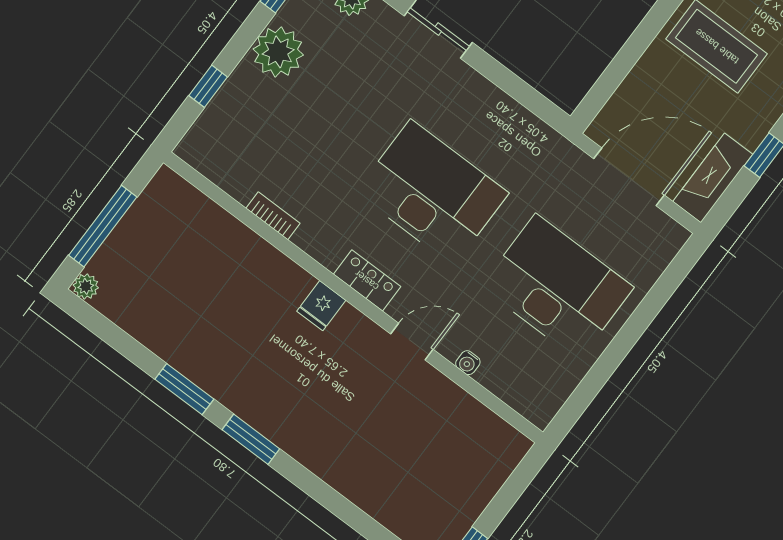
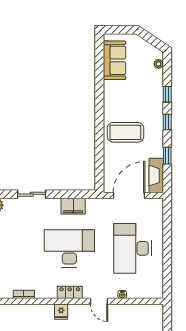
filing cabinet: (503, 115) -> (73, 206), added
desk: (557, 287) -> (133, 248), turned -90
door: (412, 342) -> (99, 301), swing flipped

